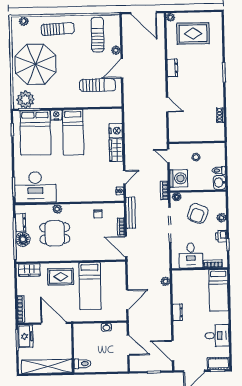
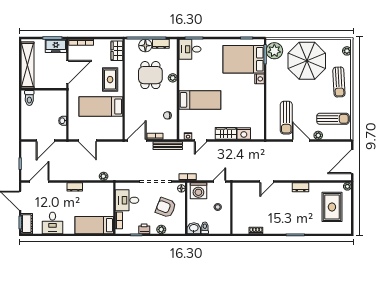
bed: (73, 132) -> (200, 100), moved, turned 180
door: (124, 177) -> (201, 140), hinge flipped
desk: (35, 187) -> (190, 49), width x0.53, depth x0.77

